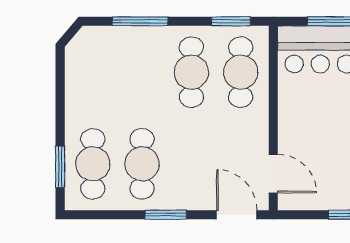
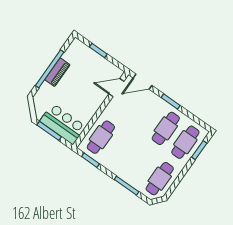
cafe table: (191, 72) -> (160, 179), moved
door: (273, 174) -> (116, 88), hinge flipped
door: (237, 215) -> (142, 82), hinge flipped

